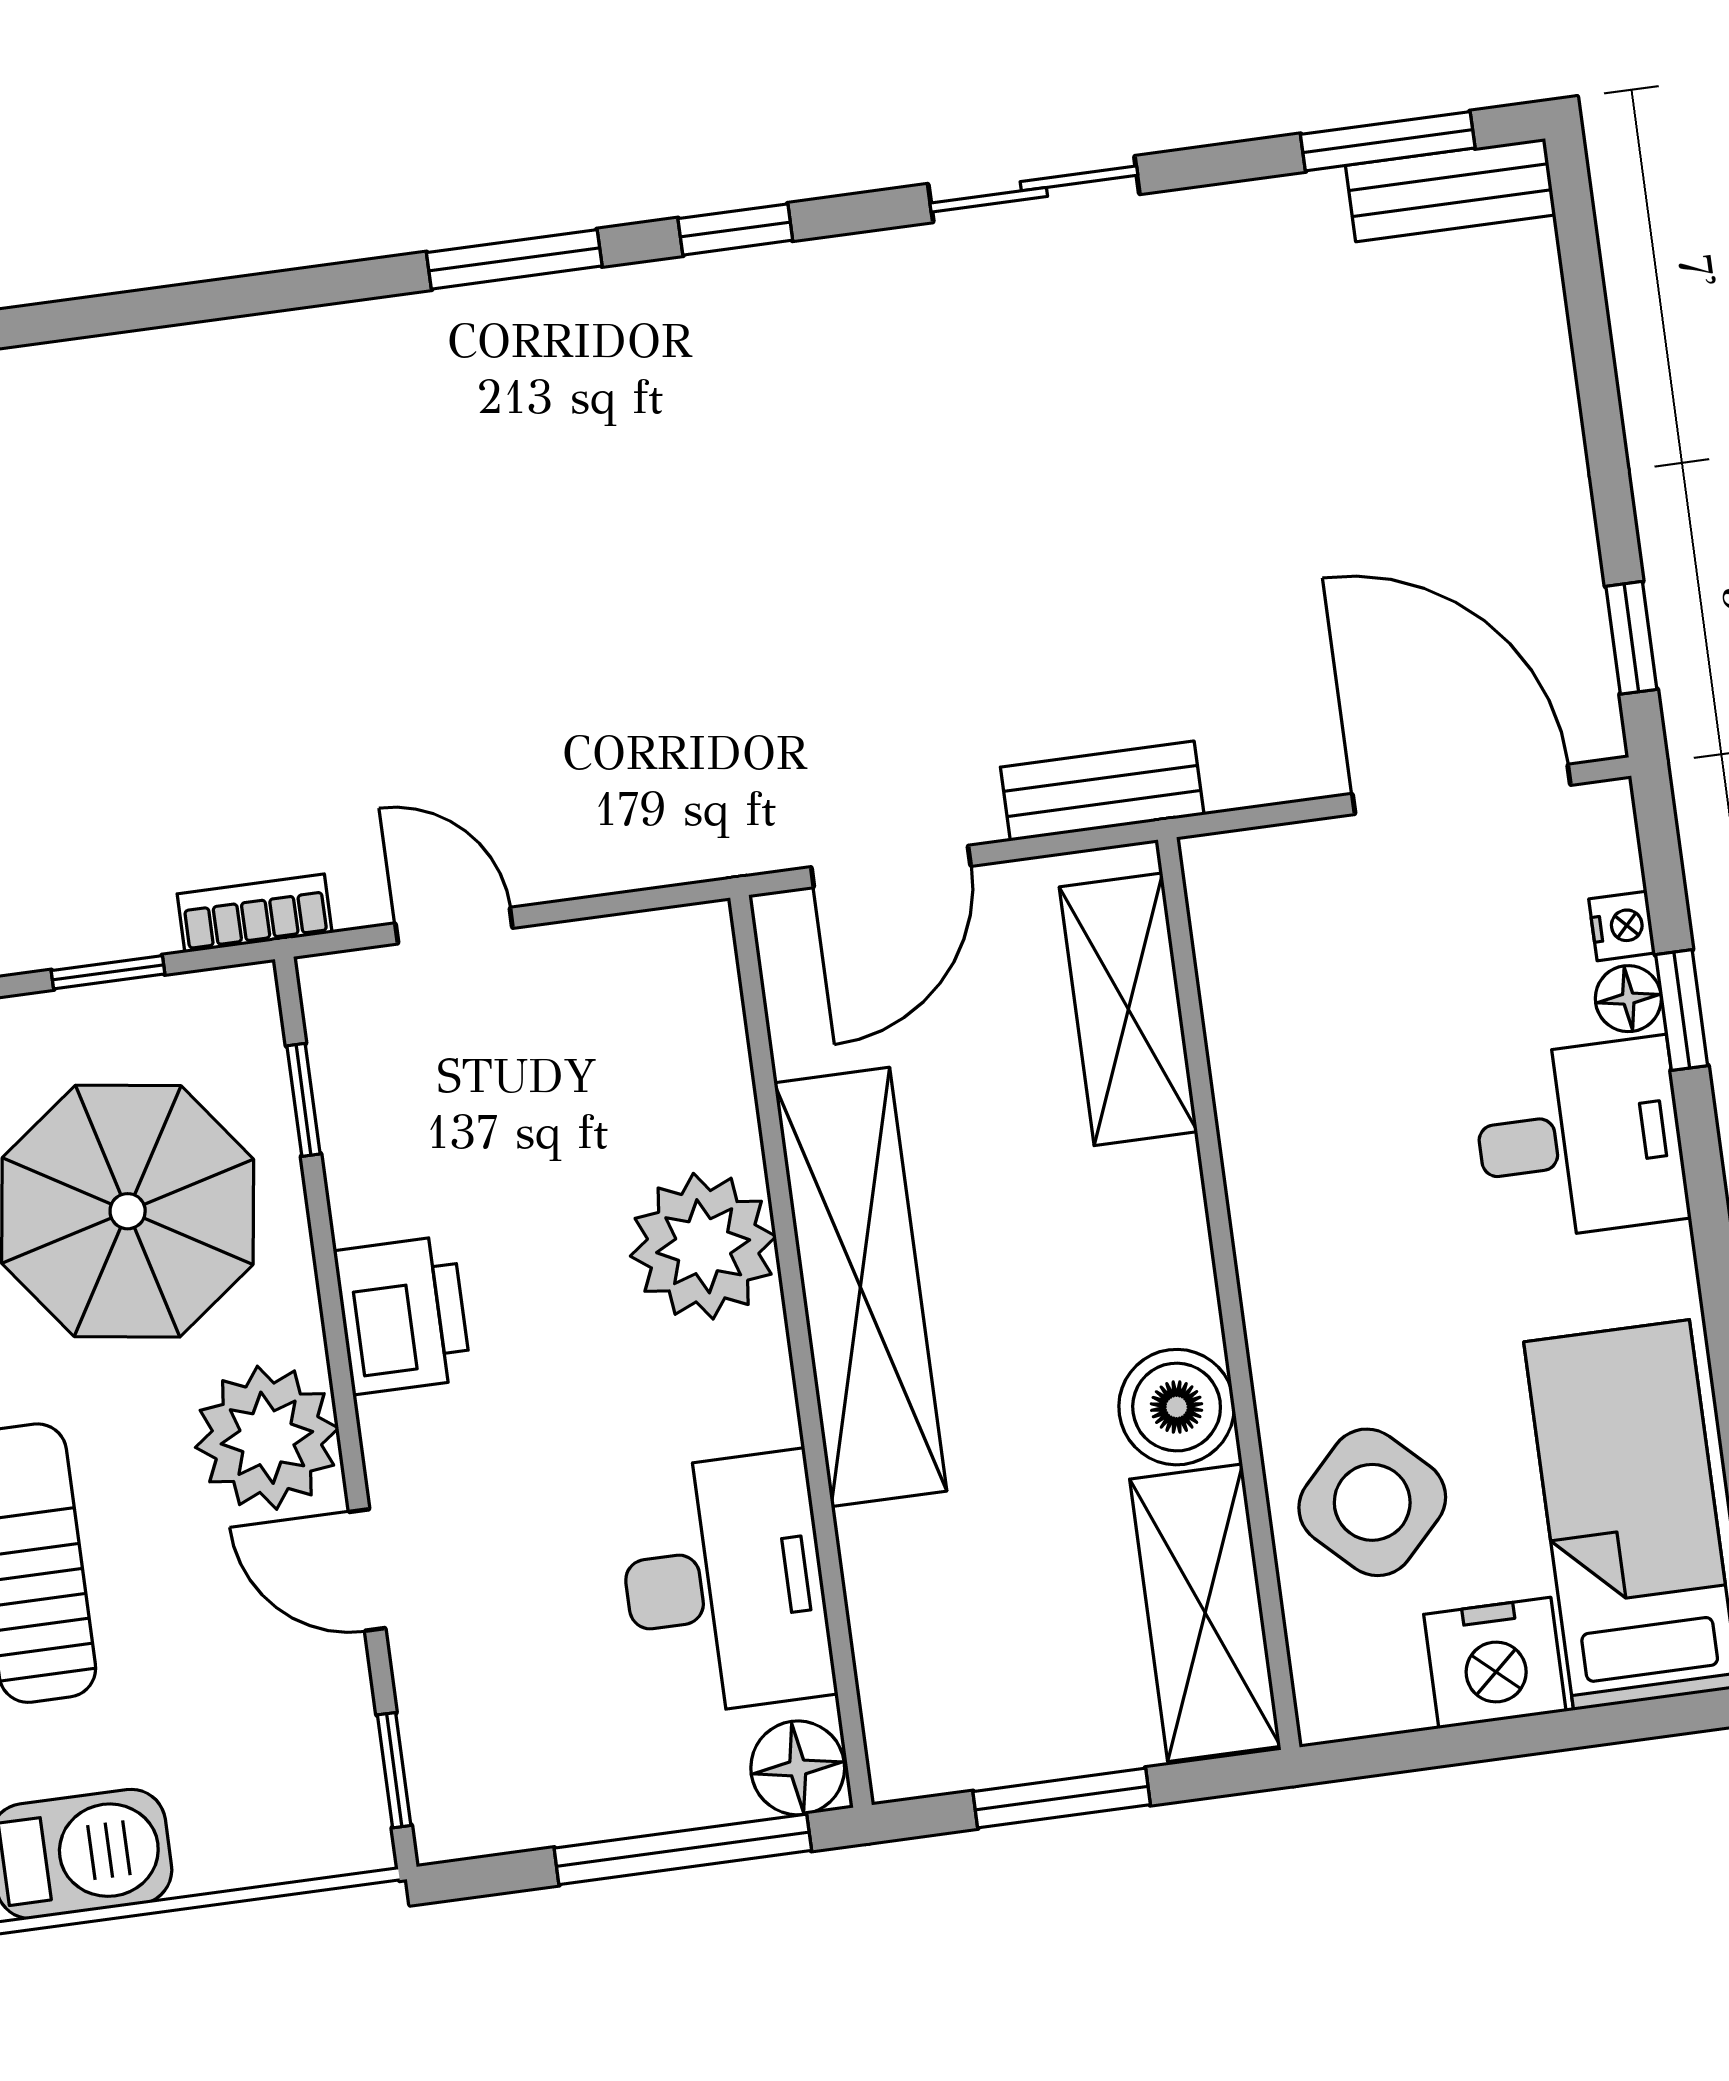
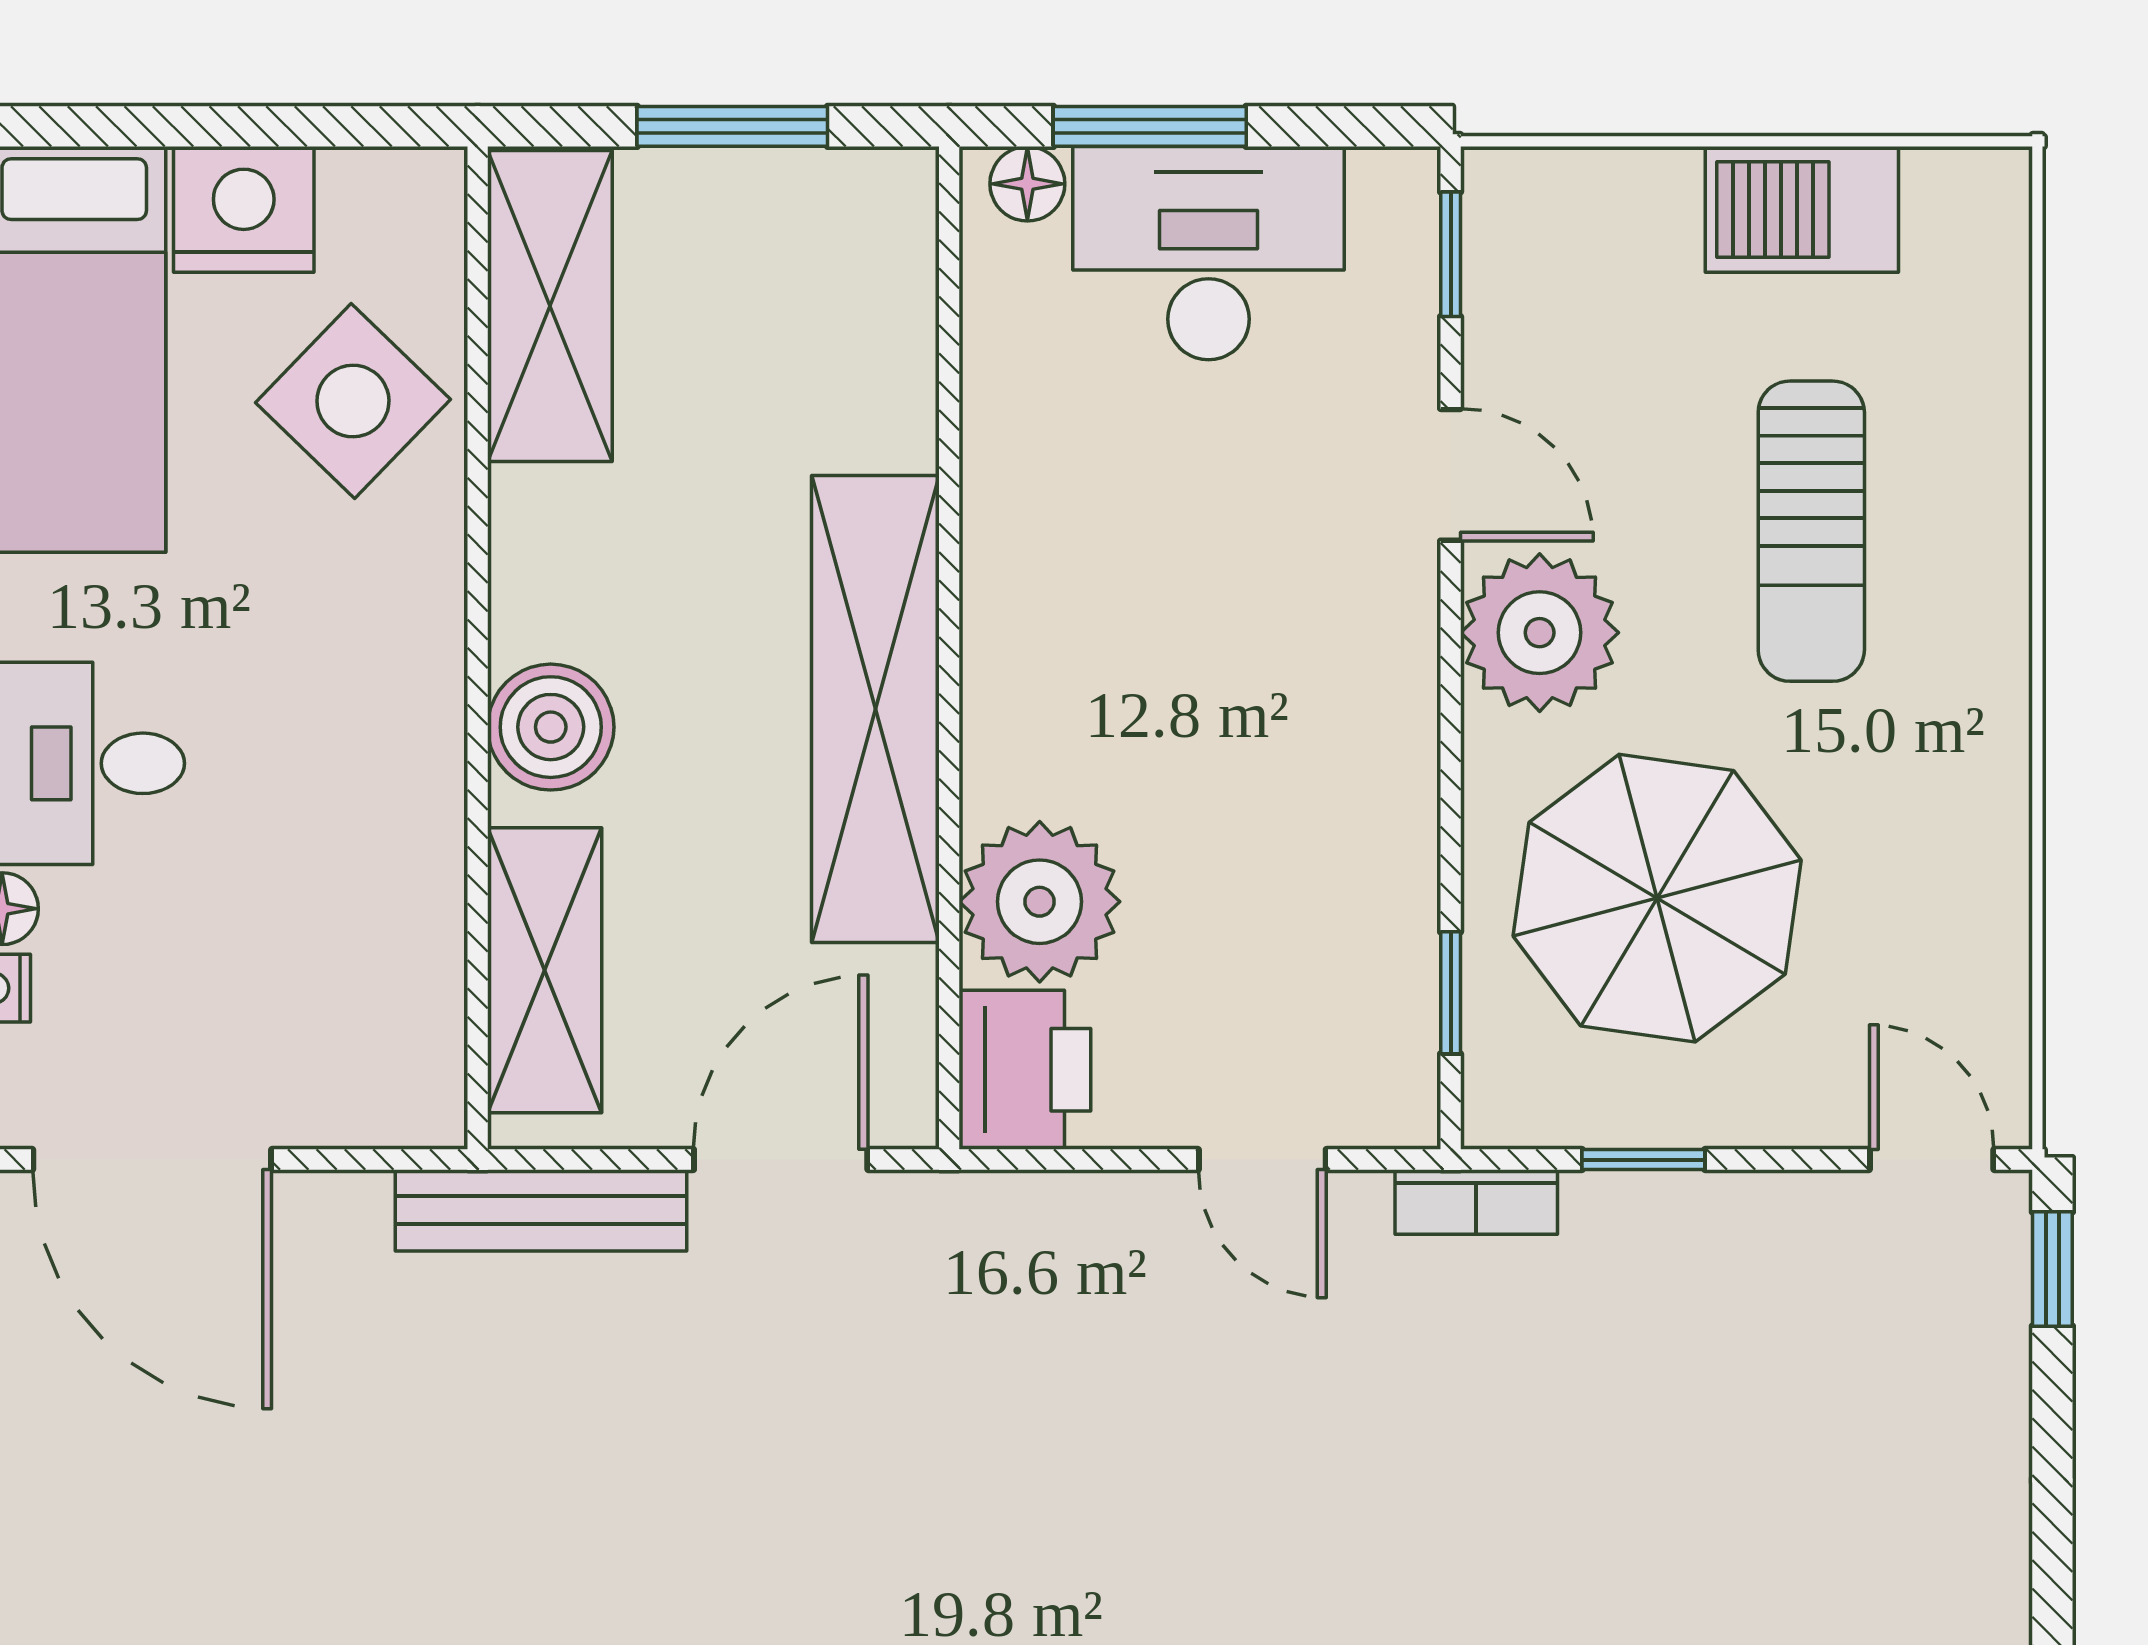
bench: (1102, 791) -> (541, 1210), width x1.36
plant: (703, 1246) -> (1040, 902), moved
printer: (403, 1315) -> (1025, 1070), moved, turned 180
boiler: (1177, 1407) -> (551, 727), moved
desk: (725, 1584) -> (1208, 253), moved, turned 90
floor lamp: (798, 1768) -> (1027, 184), width x0.73, depth x0.73
window: (683, 1849) -> (1150, 126), width x0.69

